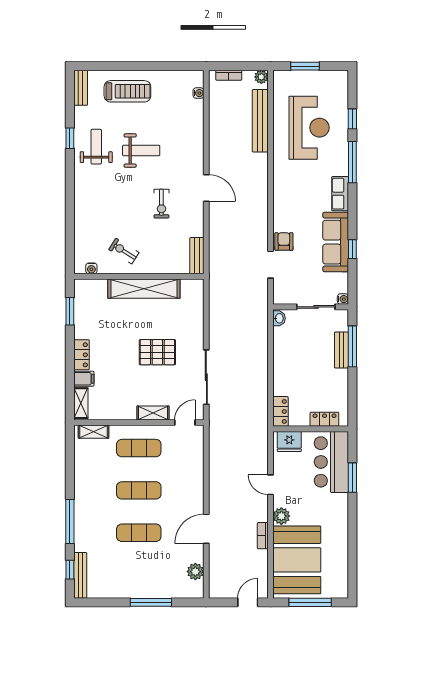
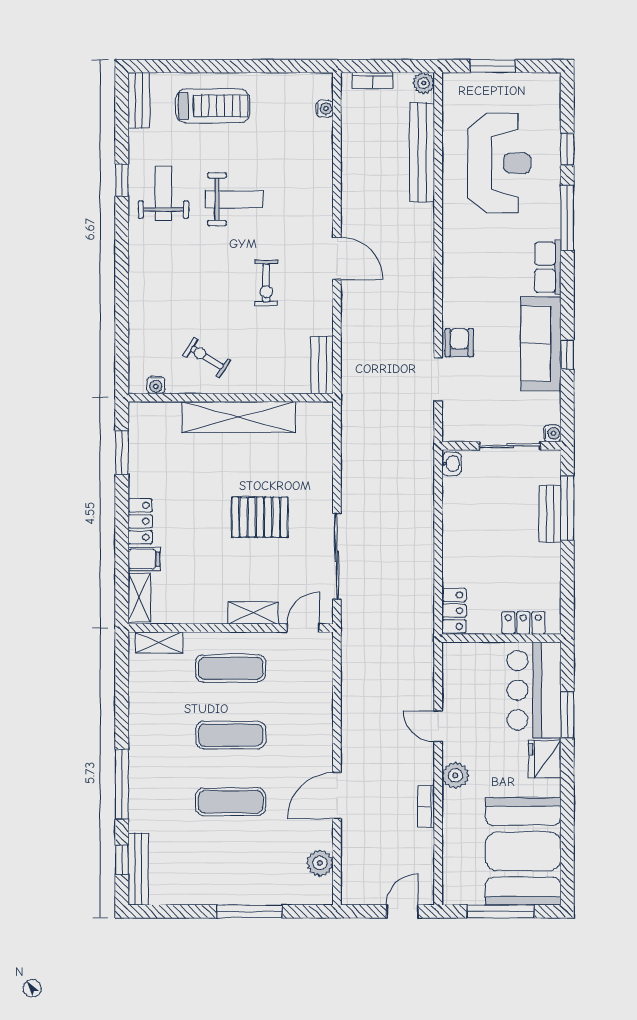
fridge: (289, 442) -> (545, 759), moved, turned 90
booth: (297, 560) -> (523, 851), moved

